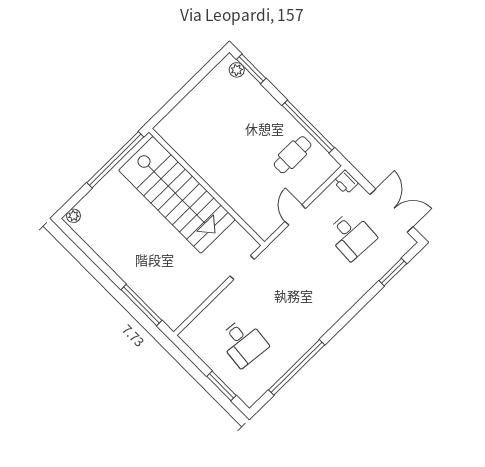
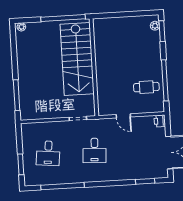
door: (295, 215) -> (123, 116), swing flipped
desk: (351, 235) -> (94, 150), moved

